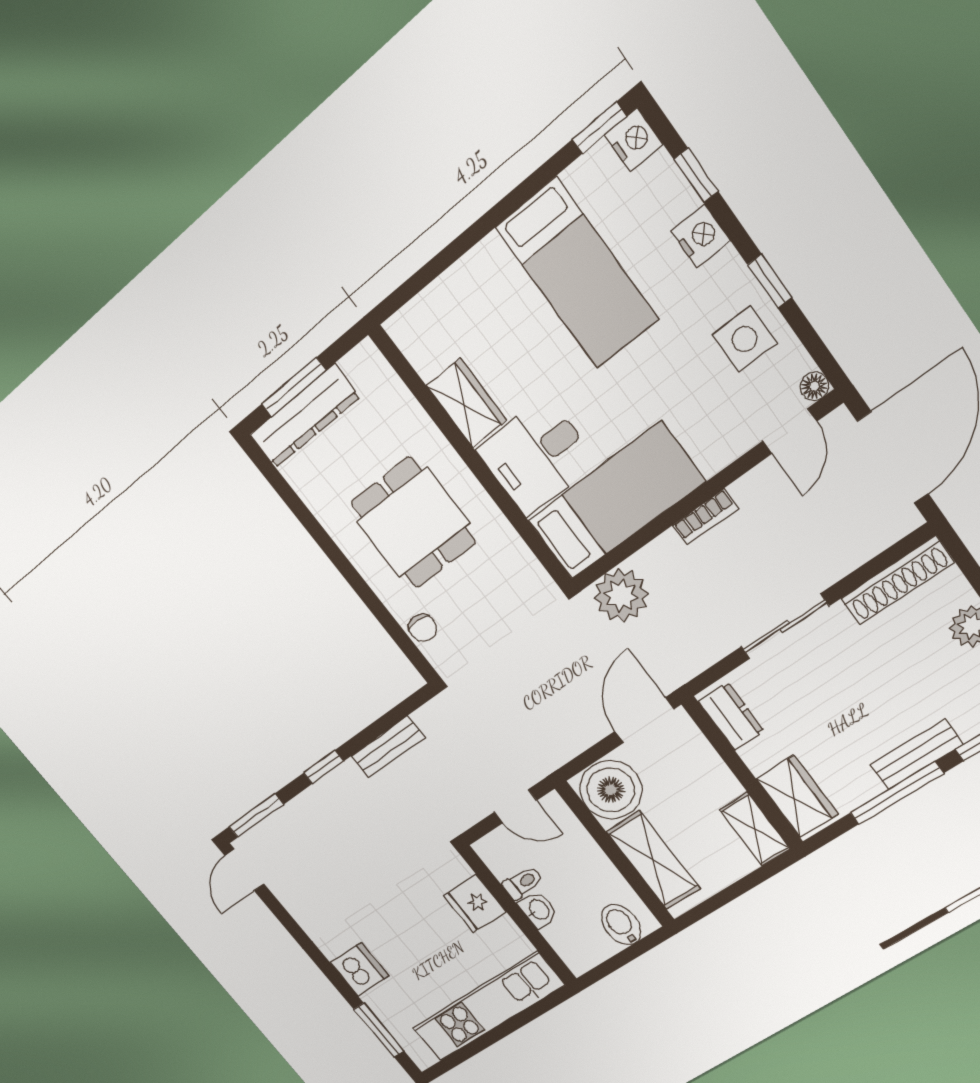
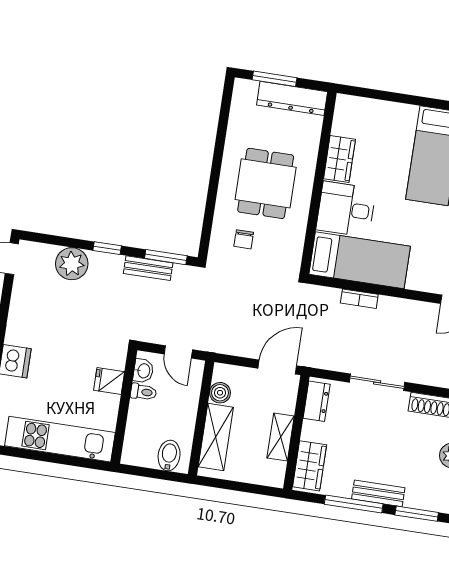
dresser: (305, 416) -> (292, 98), moved
bookcase: (705, 517) -> (359, 299), moved
plant: (621, 595) -> (72, 264), moved
chair: (423, 628) -> (244, 239), moved
boiler: (611, 790) -> (220, 393), width x0.54, depth x0.54
window: (256, 816) -> (166, 257), moved
shelving: (755, 829) -> (281, 437), moved
fridge: (475, 904) -> (109, 381), width x0.72
washbasin: (538, 910) -> (143, 371), moved

